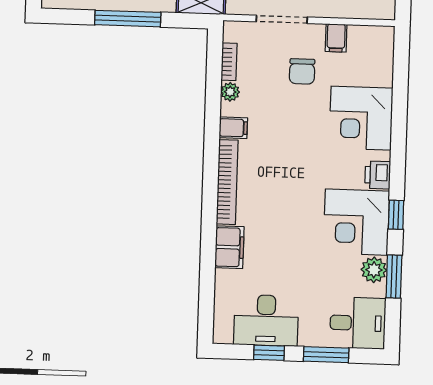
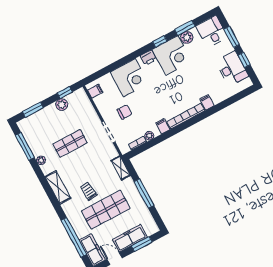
filing cabinet: (336, 38) -> (95, 91), moved
filing cabinet: (229, 247) -> (207, 102), width x0.50

